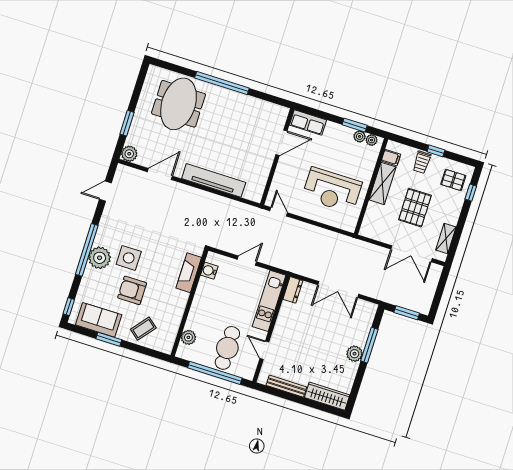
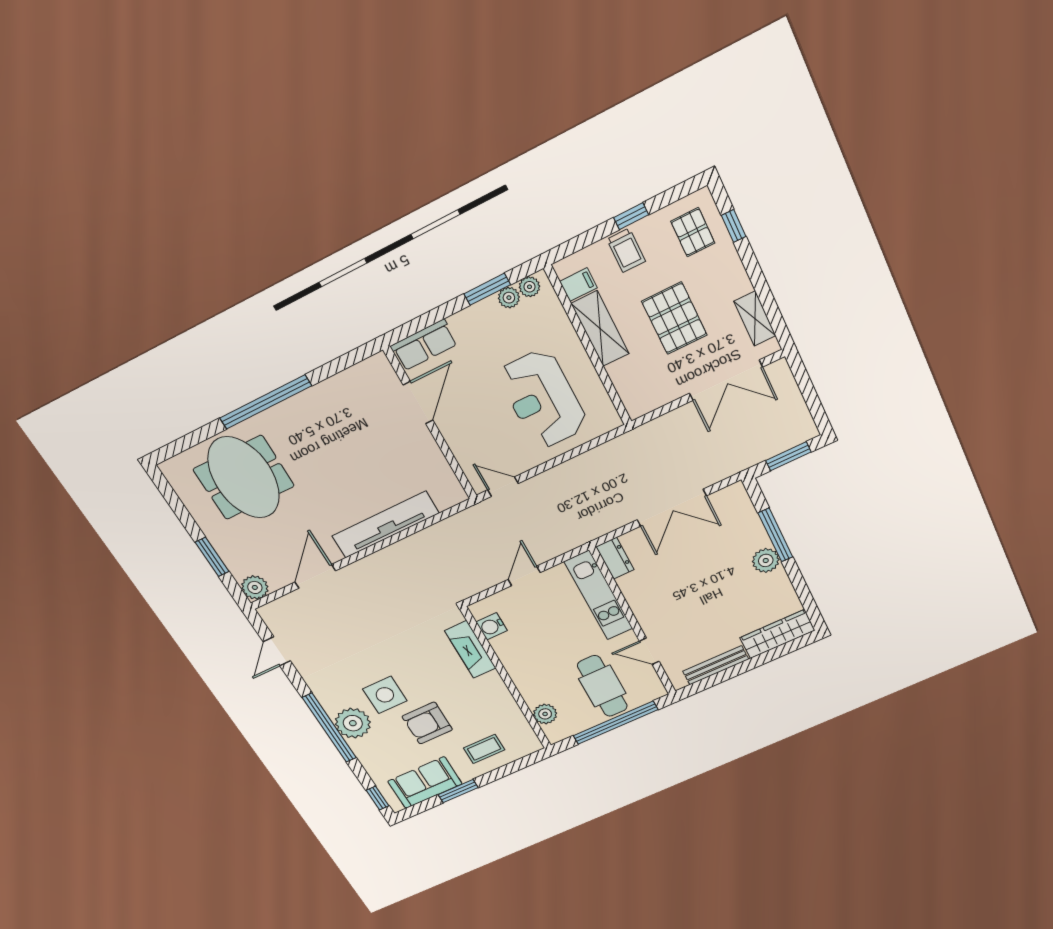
pallet: (453, 180) -> (693, 232), turned 90
reception desk: (332, 190) -> (543, 399), turned 90
coffee table: (143, 329) -> (484, 749), turned 51

